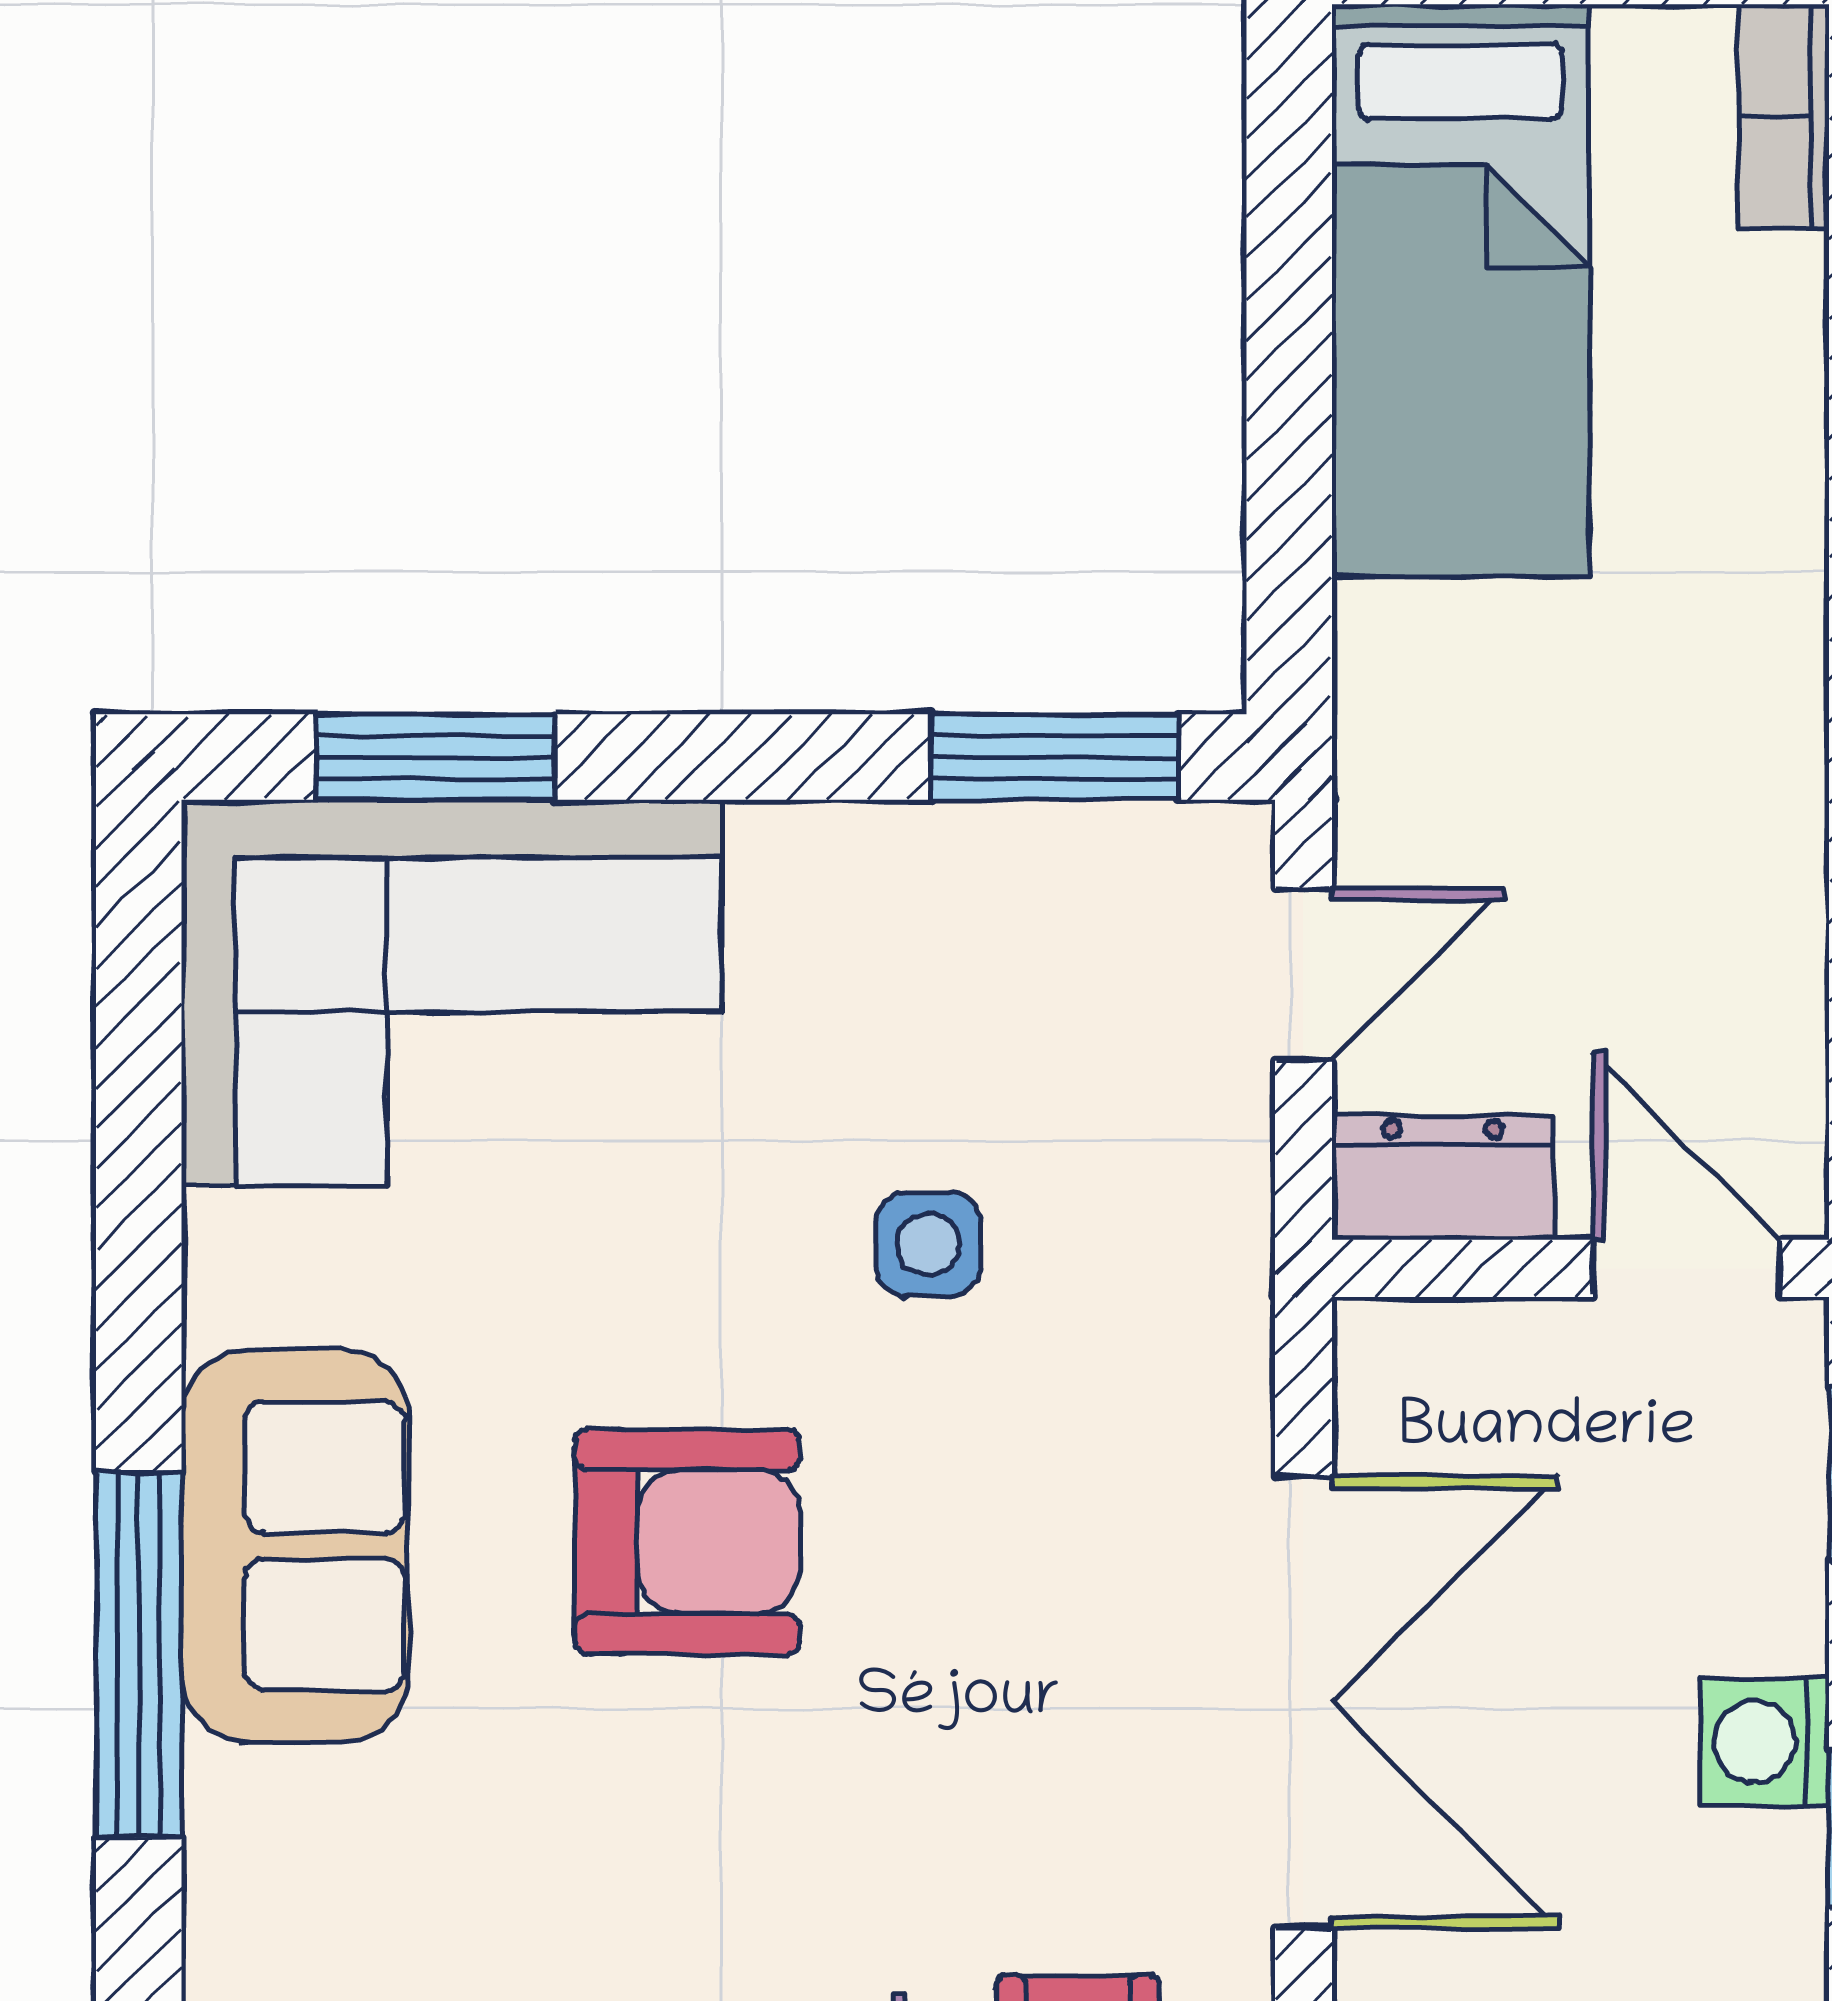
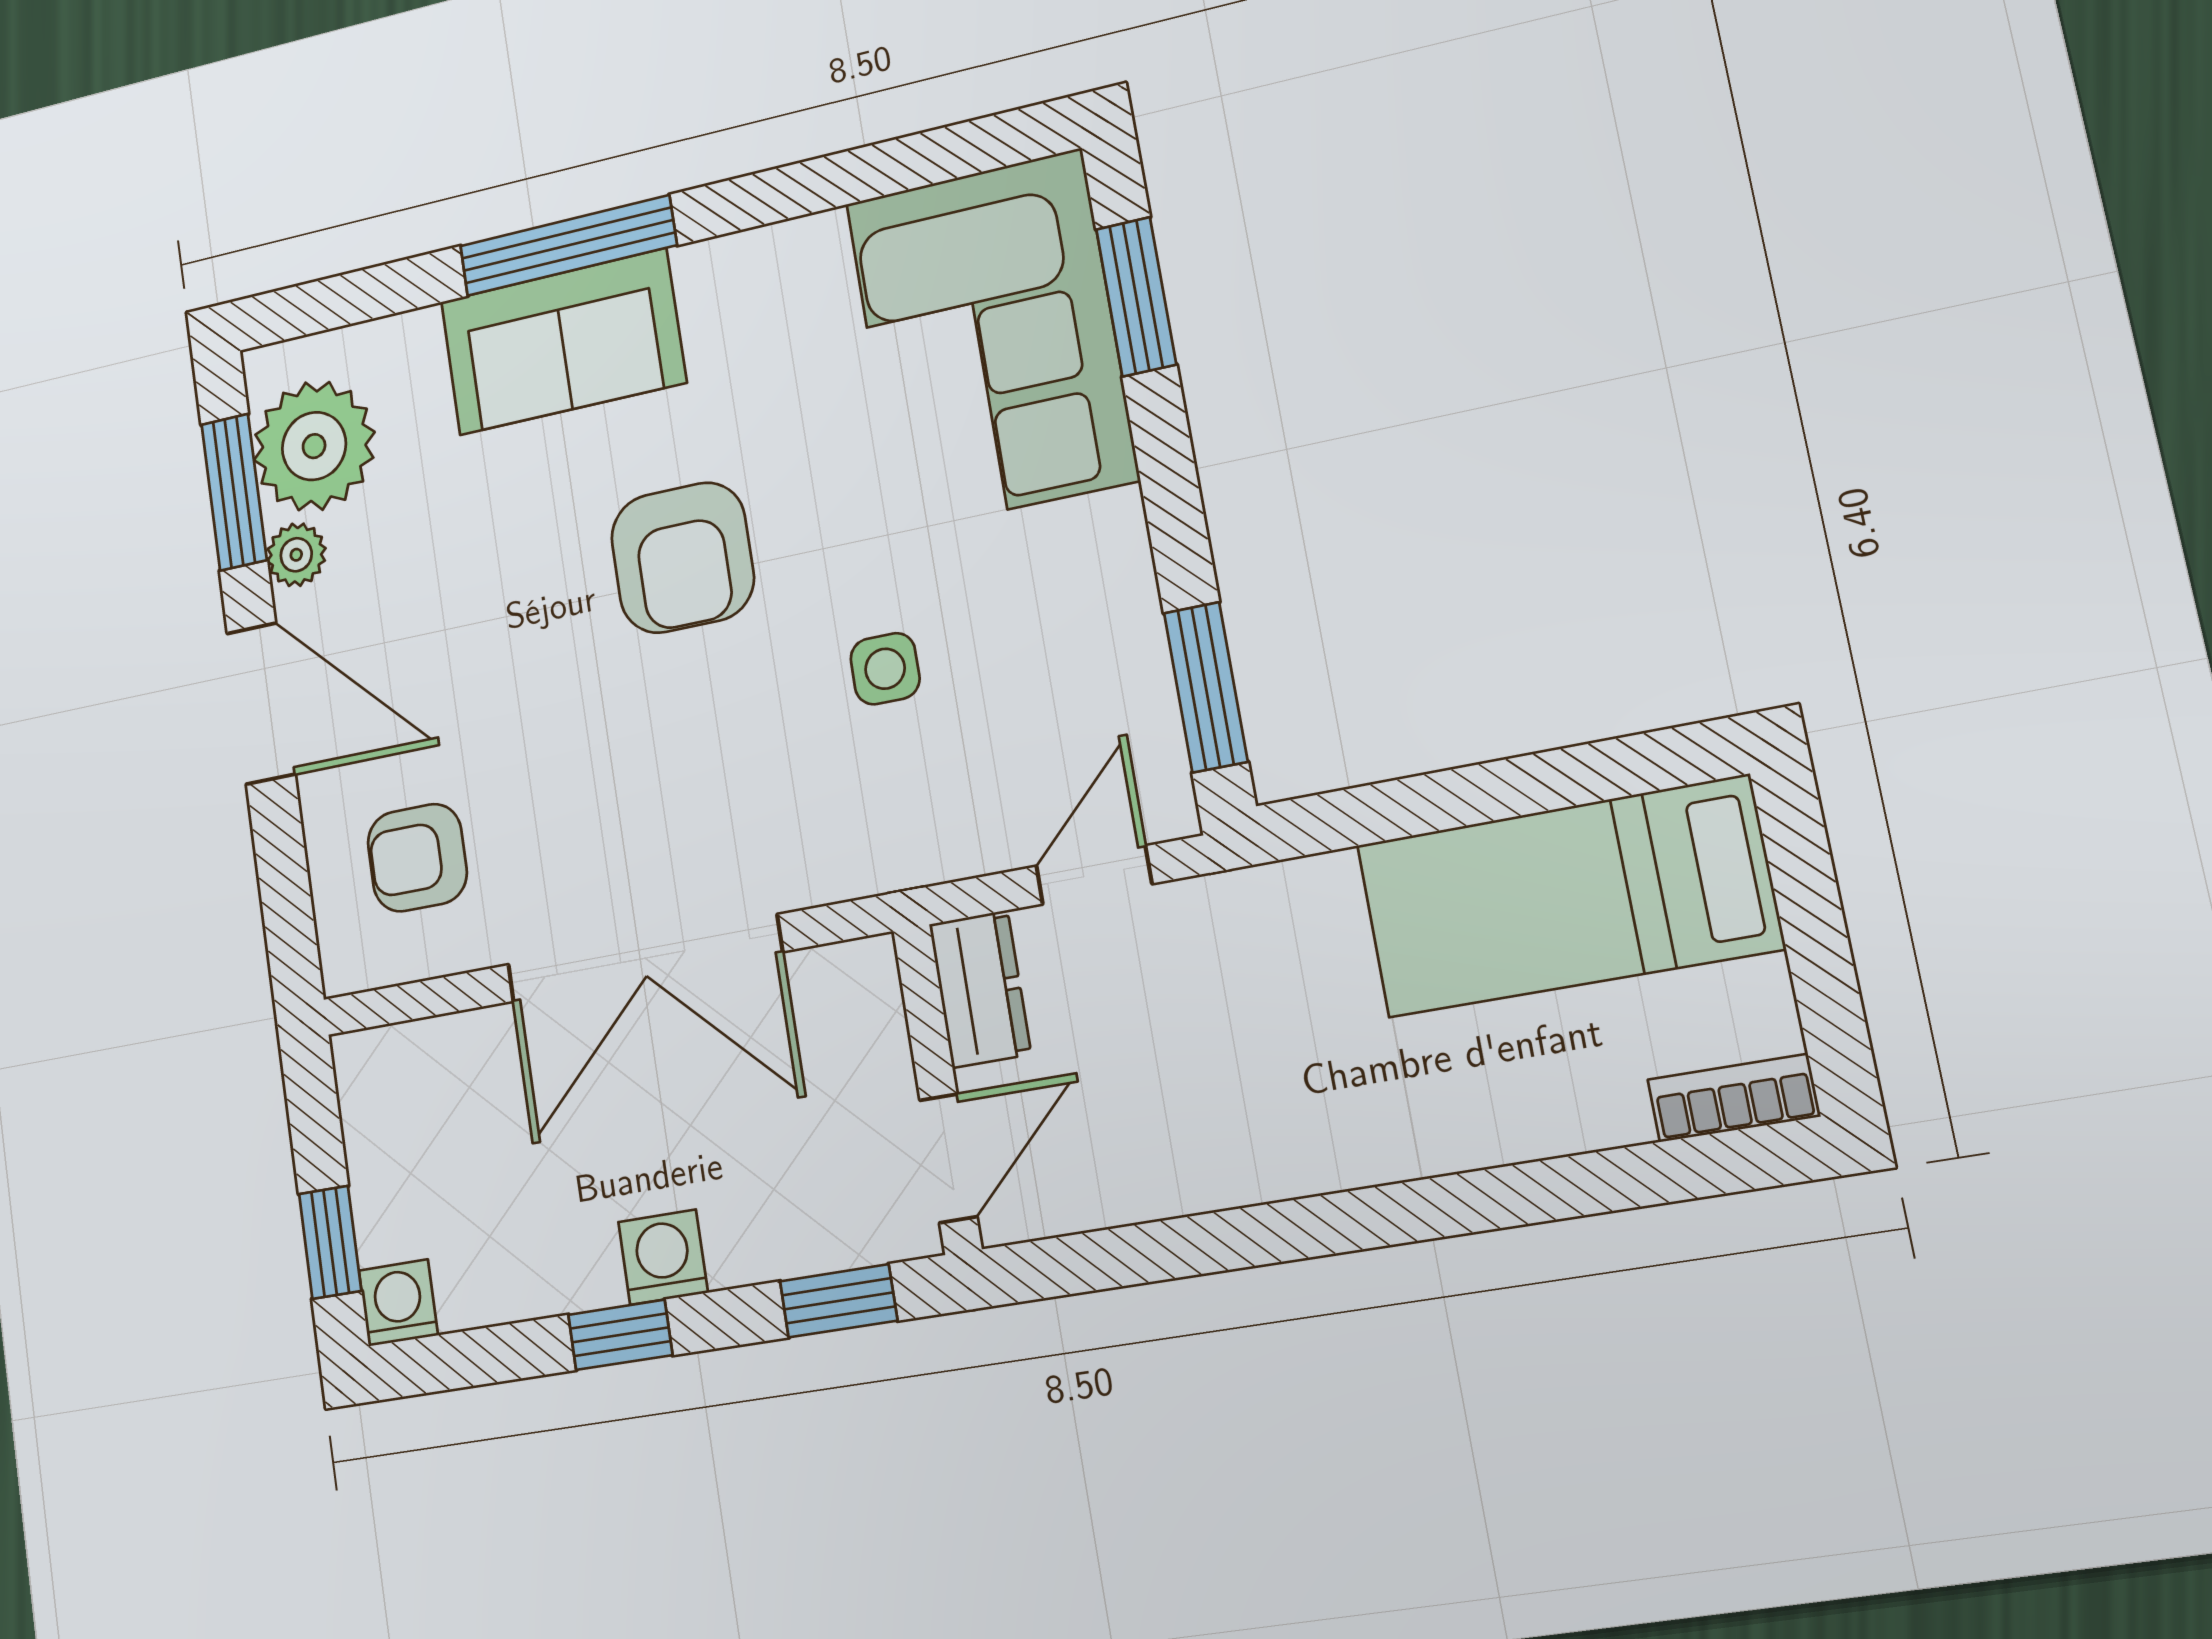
door: (1303, 974) -> (1094, 875), swing flipped
sofa: (295, 1546) -> (563, 342), moved

